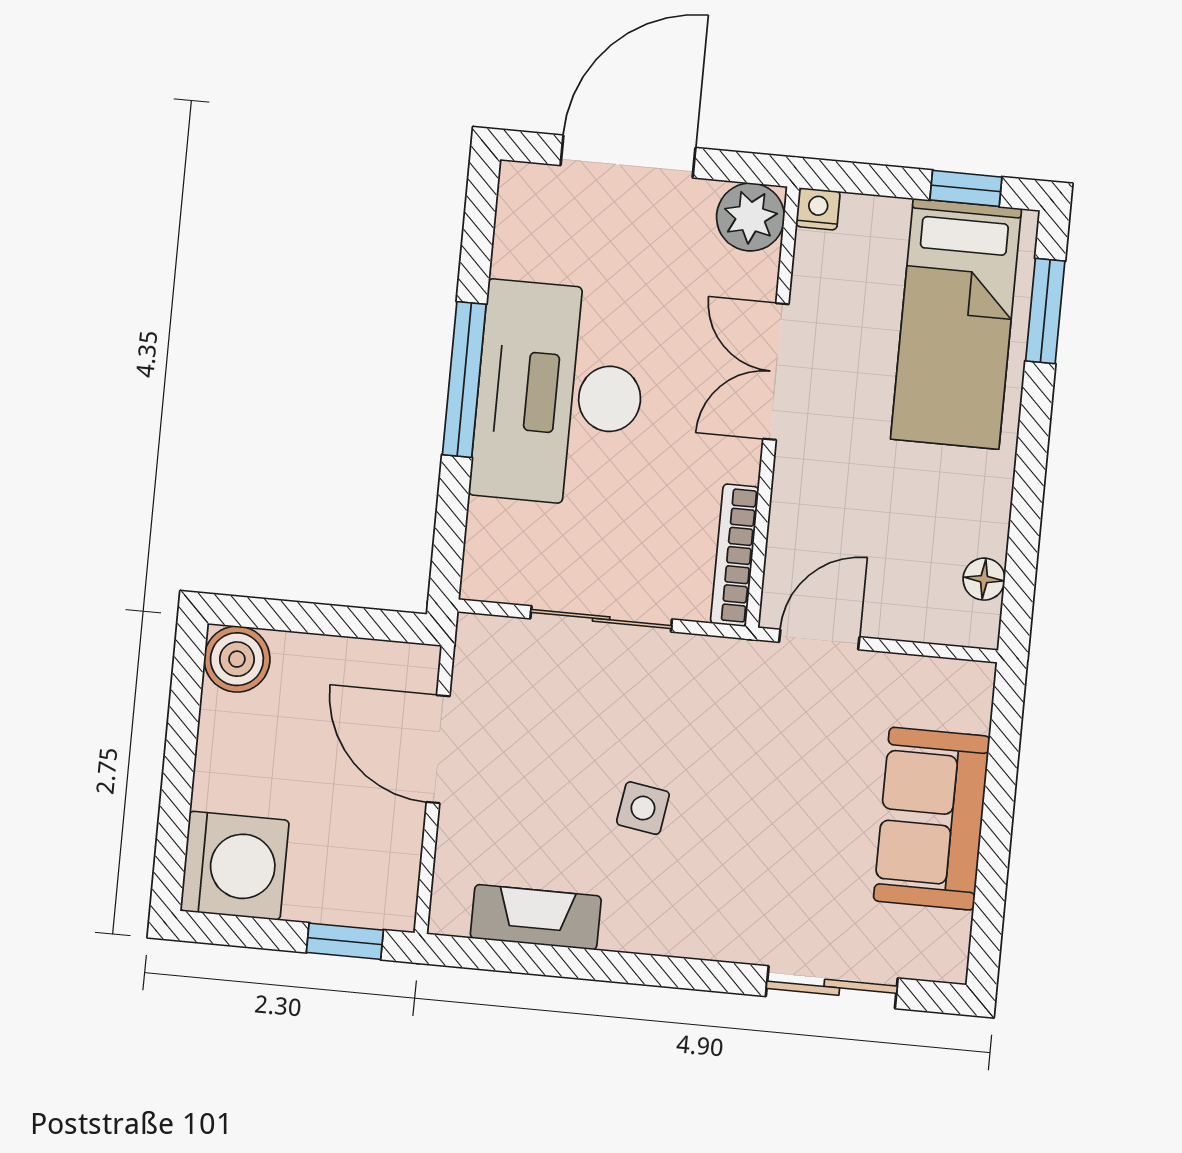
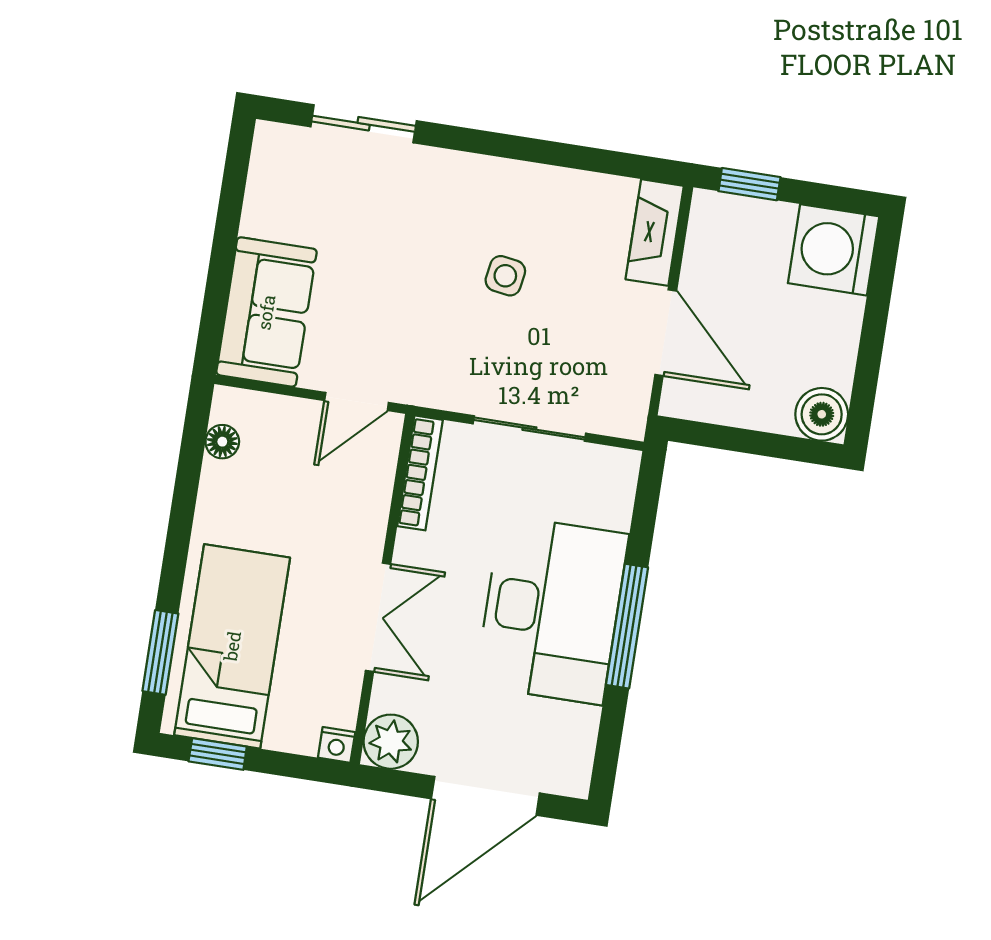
sofa: (932, 819) -> (266, 312), moved
fireplace: (536, 917) -> (655, 233), moved, turned 90

